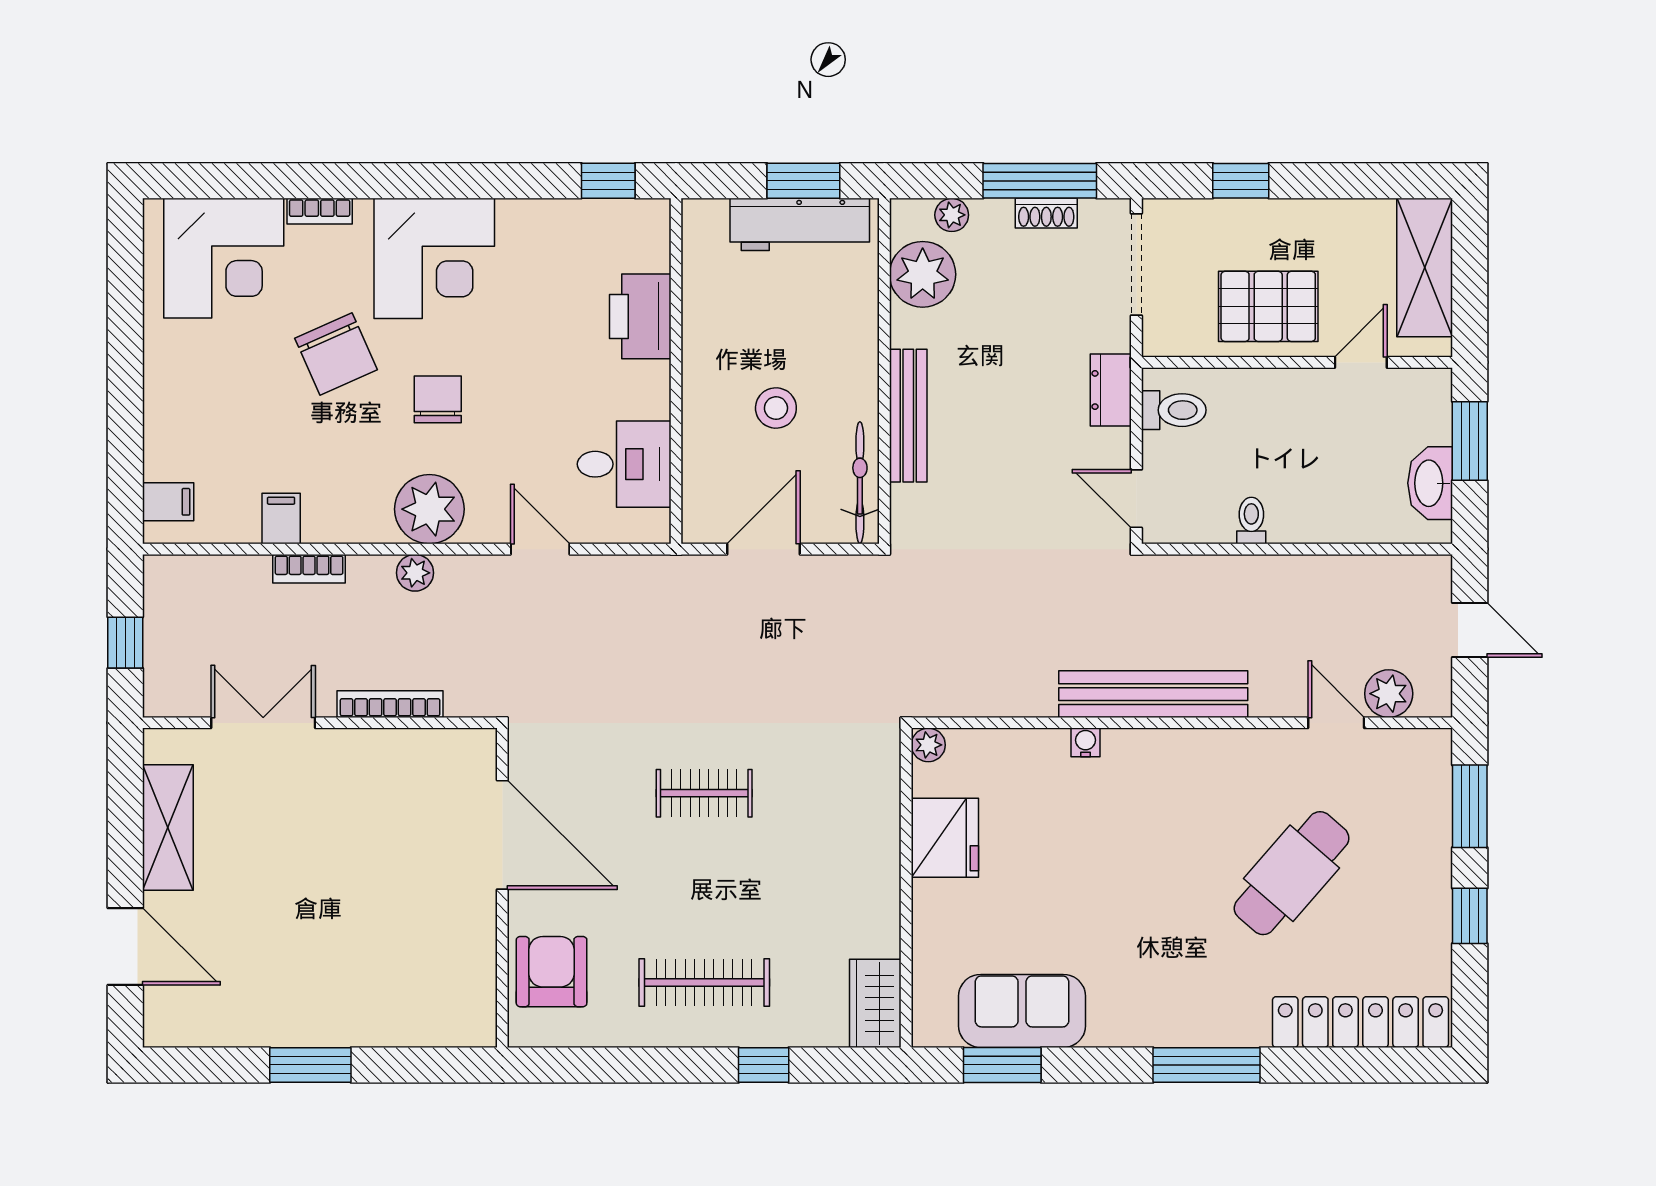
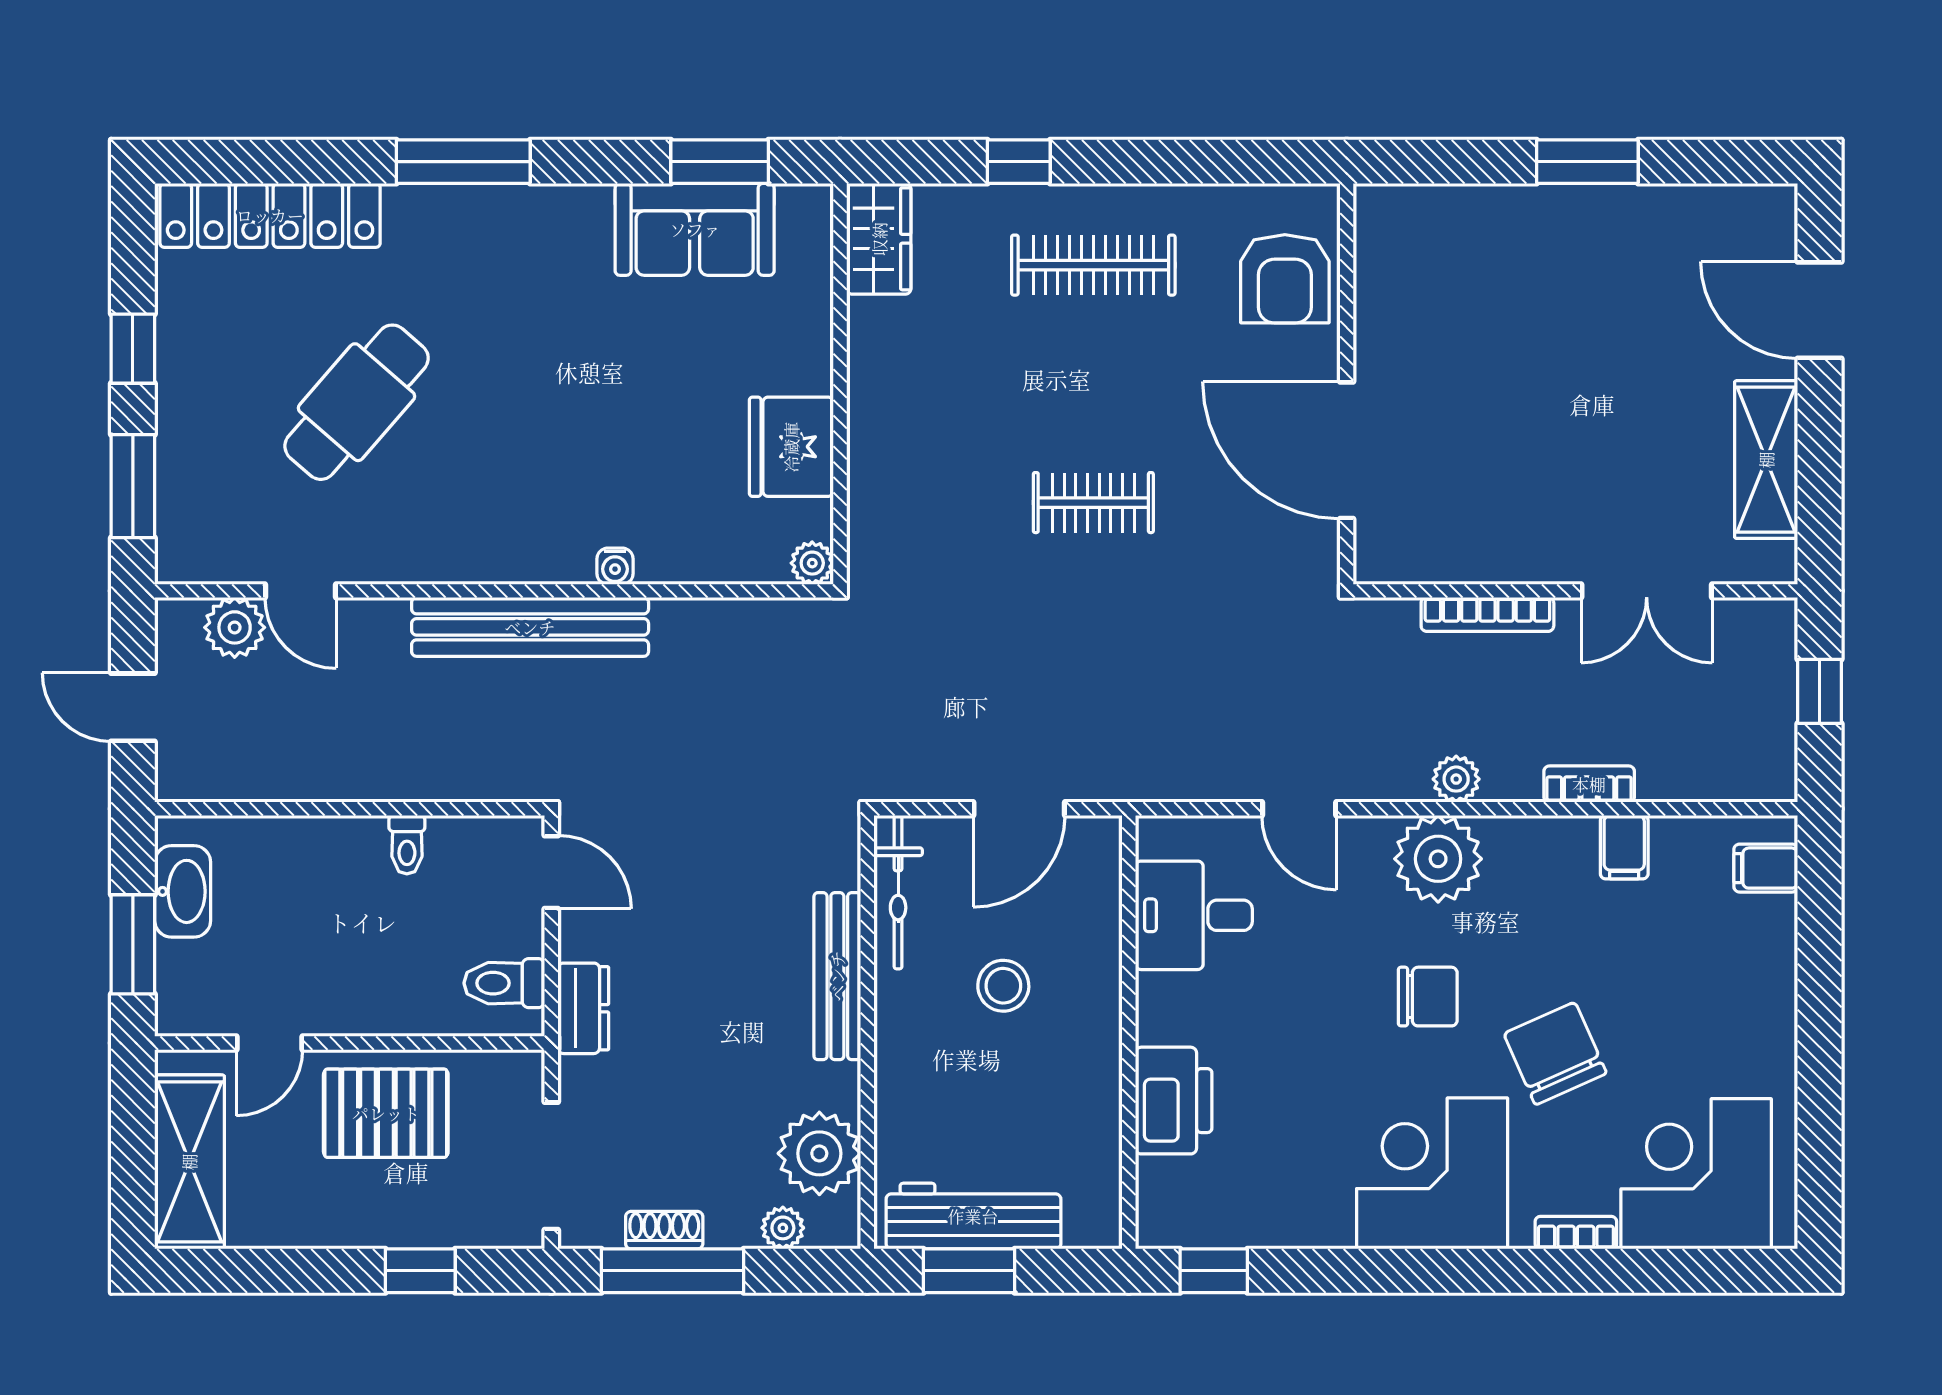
chair: (438, 399) -> (1428, 997), turned -90

